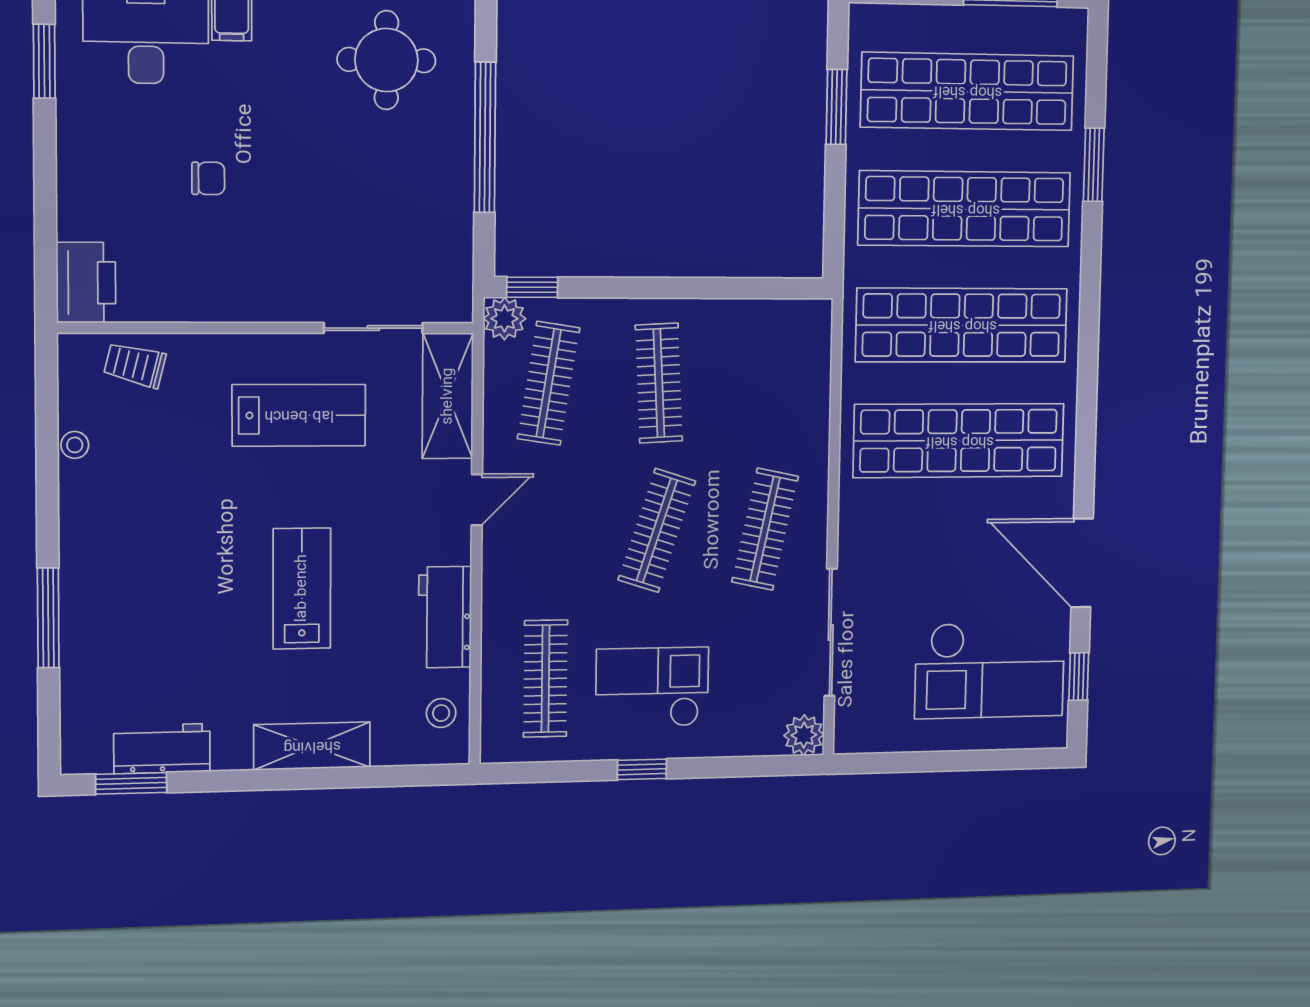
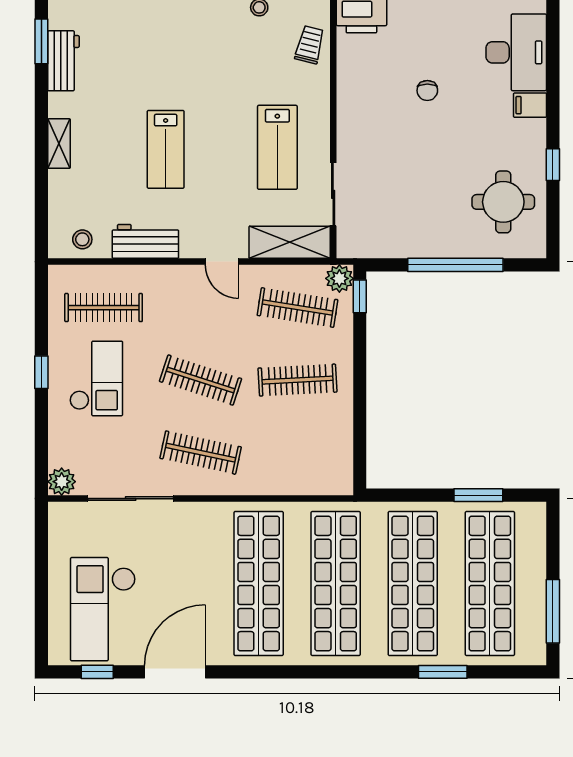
lab bench: (302, 588) -> (166, 149), turned 90
shelving: (312, 746) -> (59, 144), width x0.67, depth x0.75

